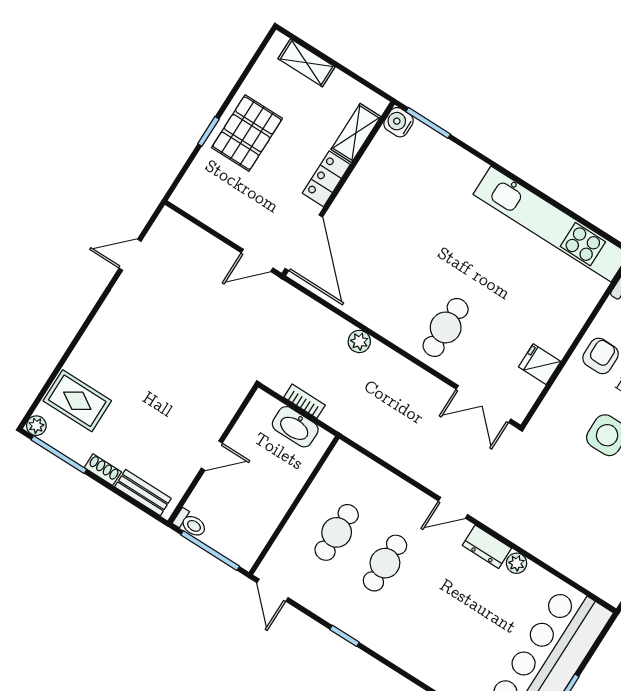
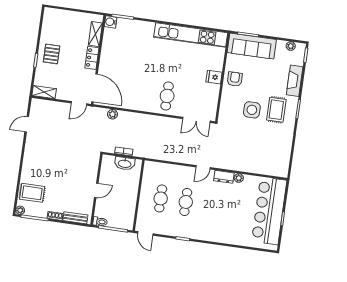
shelving: (307, 63) -> (44, 92), moved
pallet: (247, 133) -> (52, 54), width x0.67, depth x0.71
plant: (359, 341) -> (113, 114), moved
fridge: (540, 364) -> (214, 77), moved

